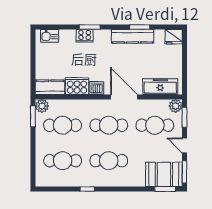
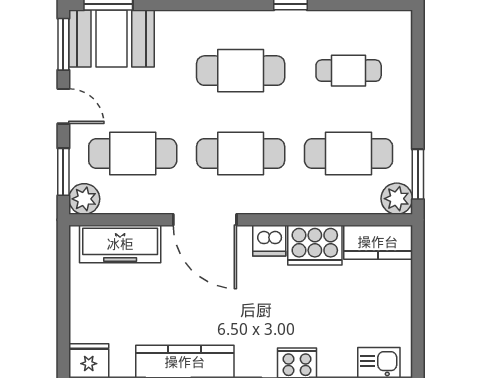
cafe table: (63, 161) -> (349, 71), width x0.73, depth x0.74

